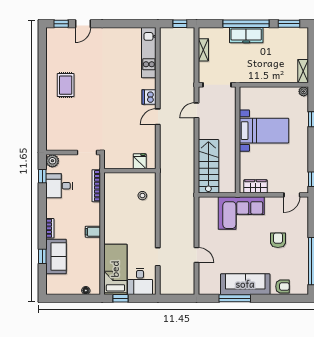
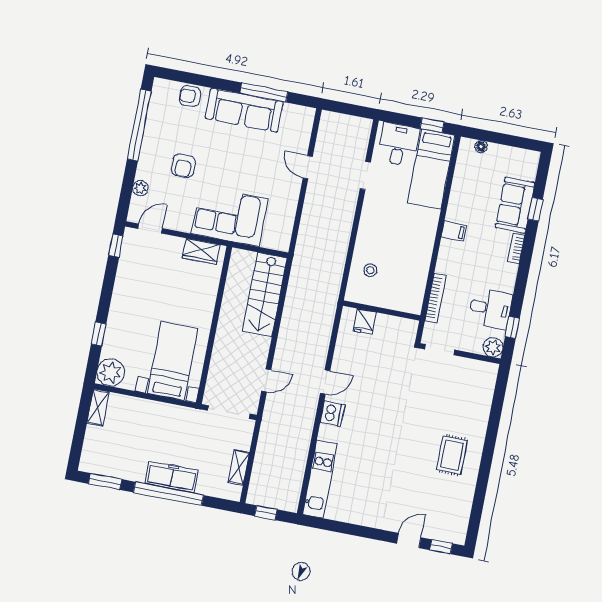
plant: (304, 91) -> (111, 372), width x1.88, depth x1.88
bed with nightstands: (264, 131) -> (173, 361), moved, turned 90
plant: (303, 220) -> (140, 188), added

